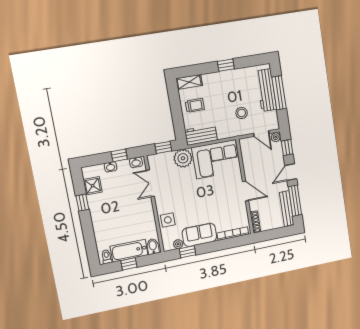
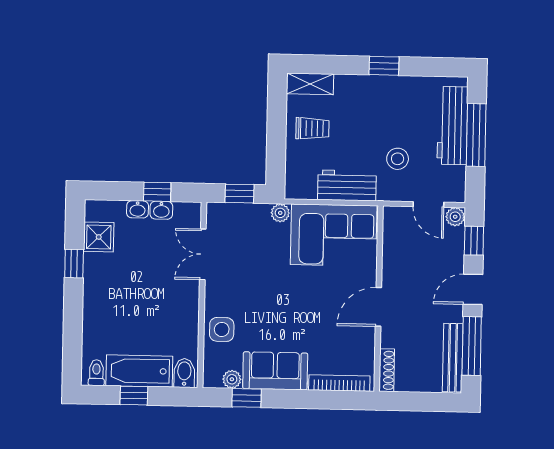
workbench: (201, 135) -> (347, 185), moved
plant: (183, 158) -> (280, 213), width x0.53, depth x0.53
washbasin: (136, 162) -> (161, 210), moved
door: (246, 191) -> (378, 307), swing flipped

